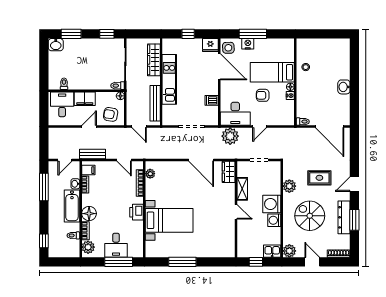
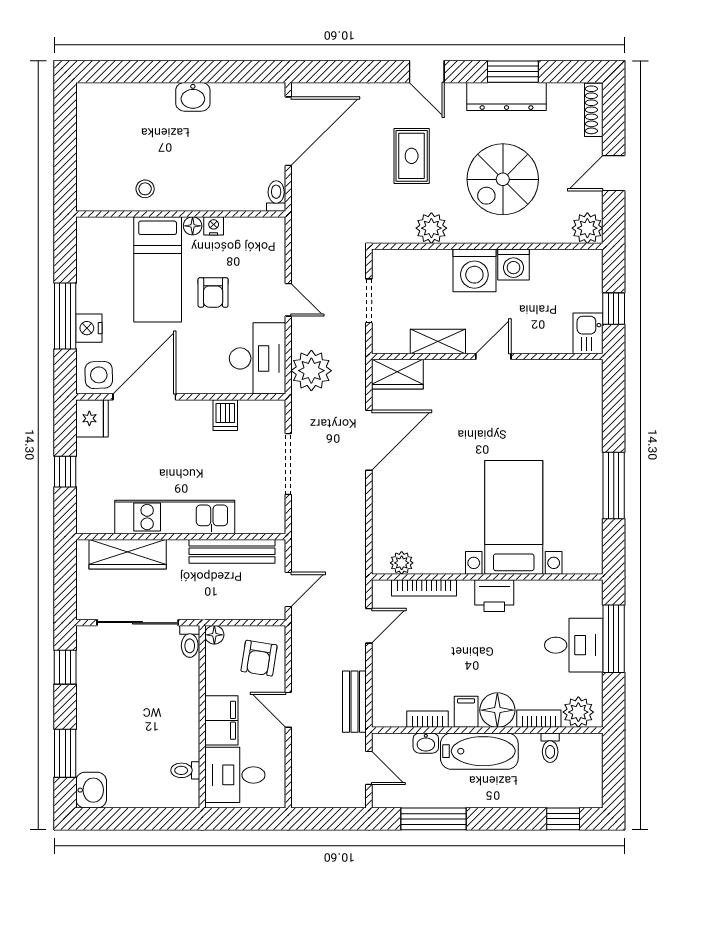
filing cabinet: (88, 170) -> (466, 712), moved
kitchen sink: (272, 251) -> (588, 333), moved

